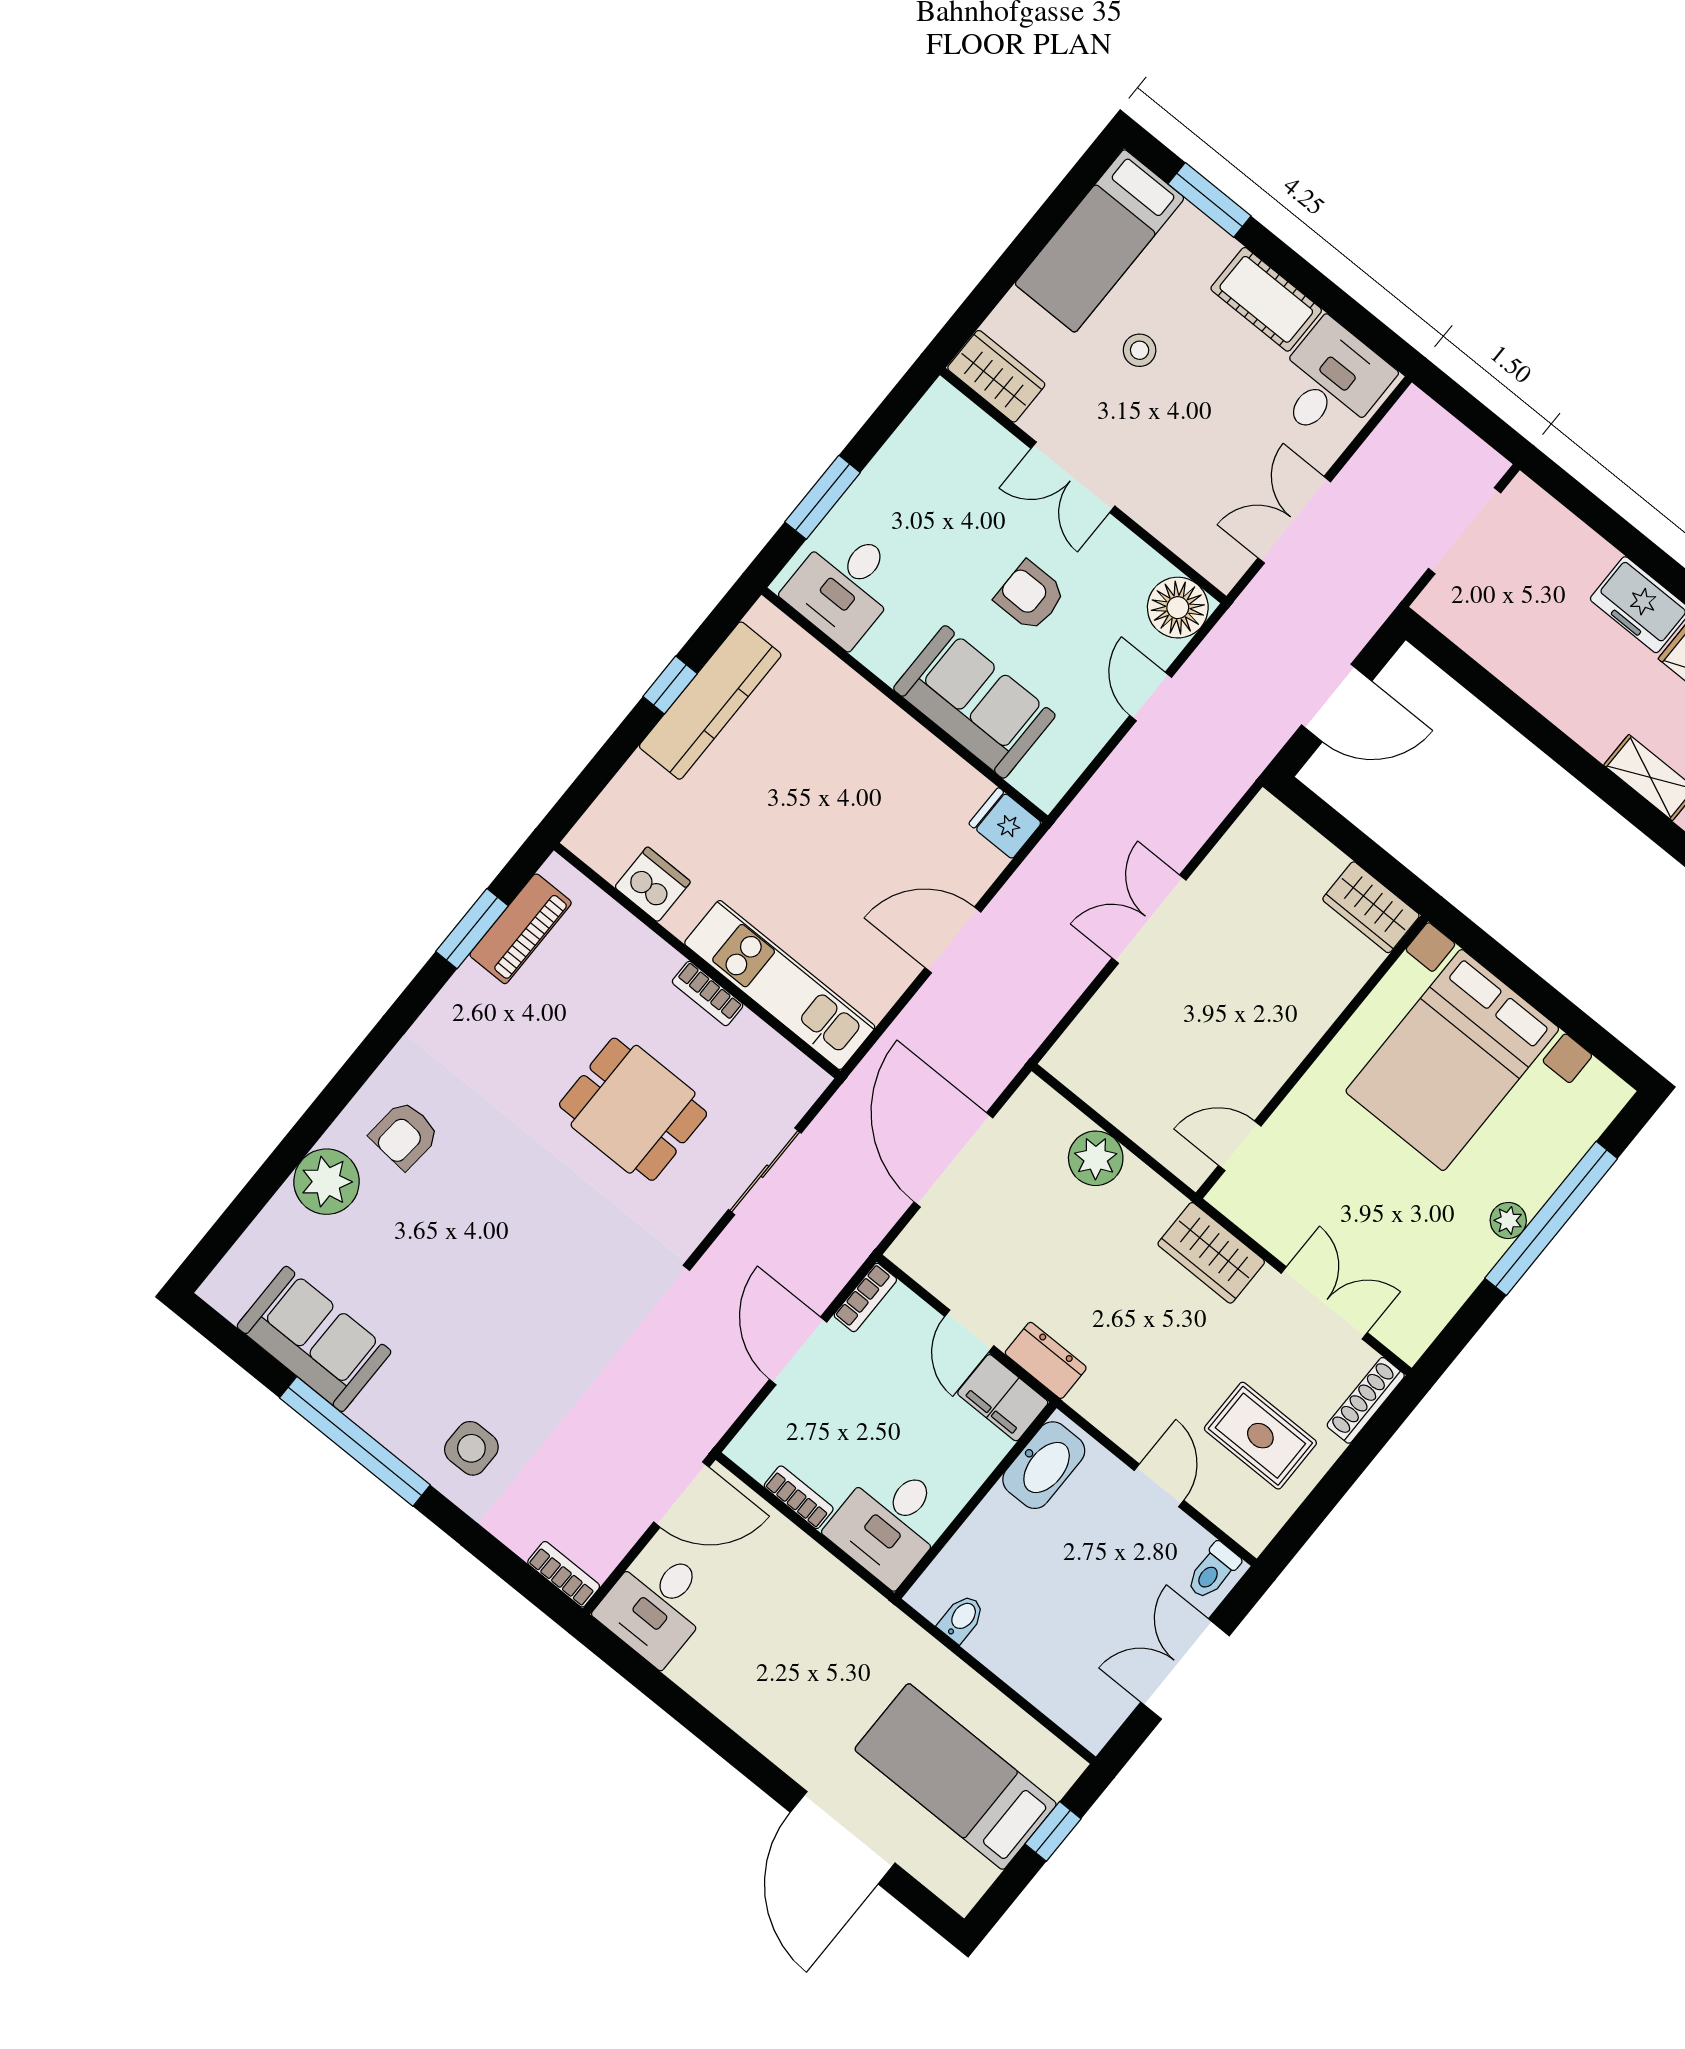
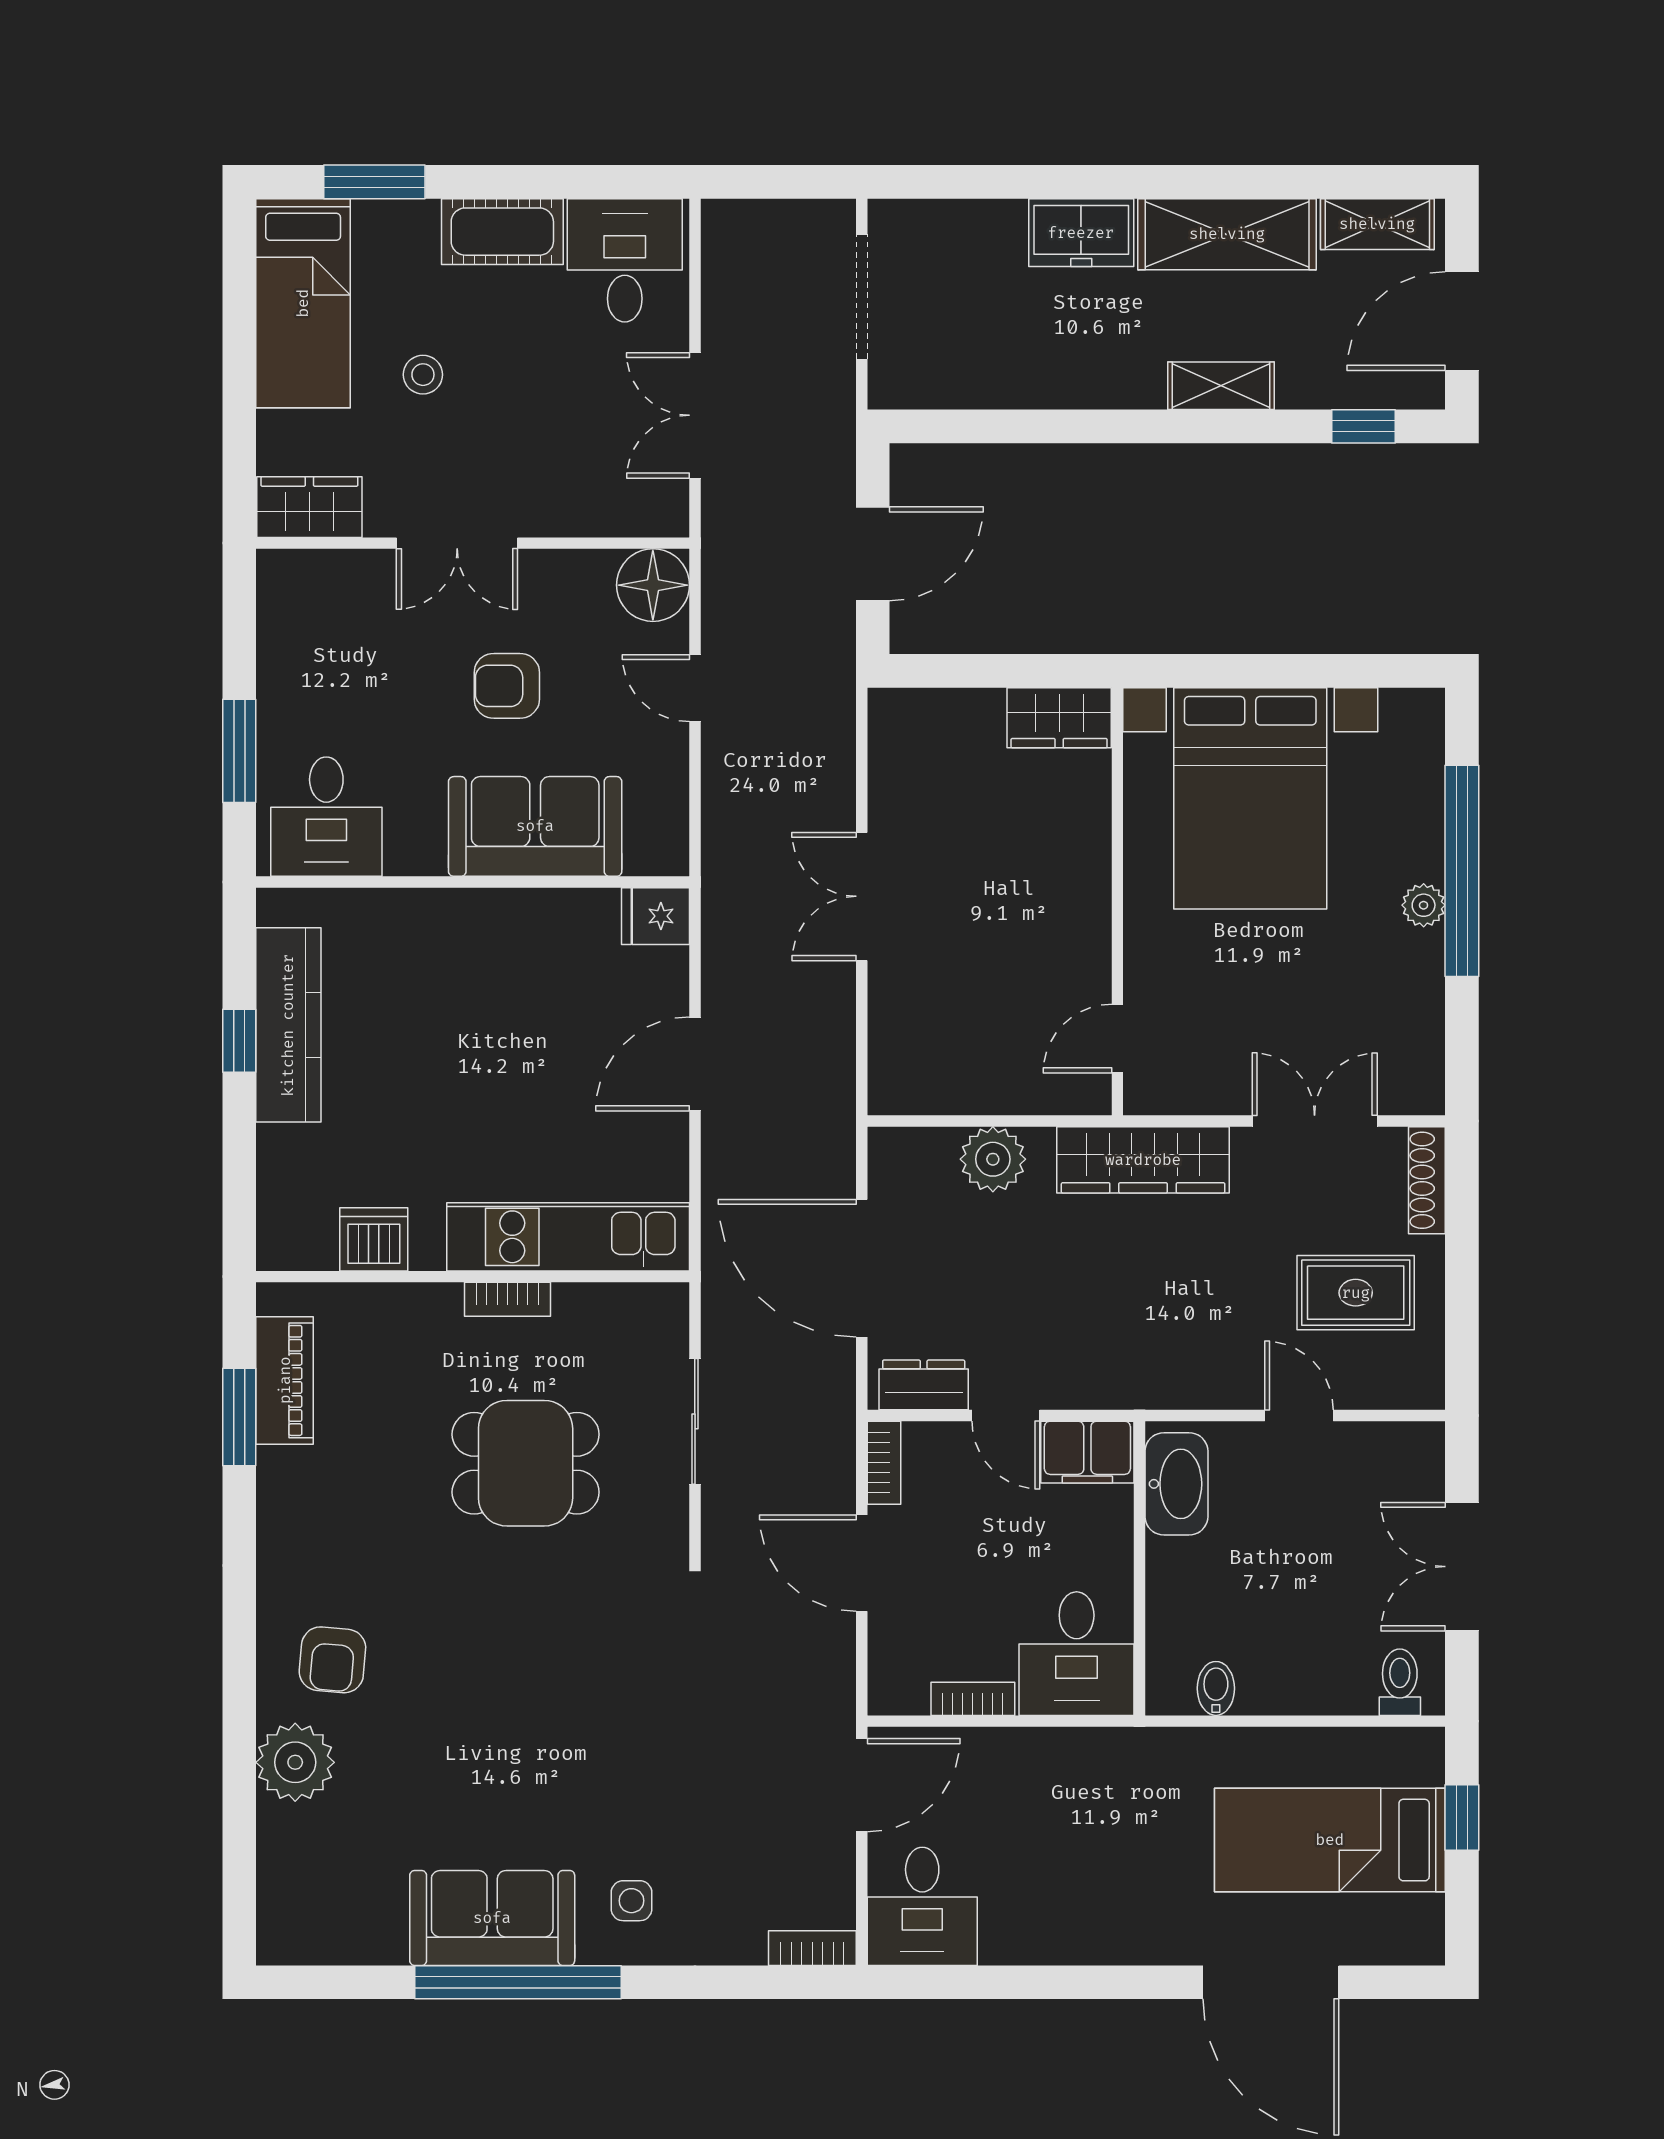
wardrobe: (1211, 1253) -> (1143, 1160), width x1.50
sofa: (314, 1339) -> (492, 1918), moved
dresser: (1046, 1360) -> (924, 1385), moved
side table: (471, 1448) -> (631, 1901), width x0.73, depth x0.73
toilet: (1213, 1571) -> (1400, 1682), moved, turned 180

